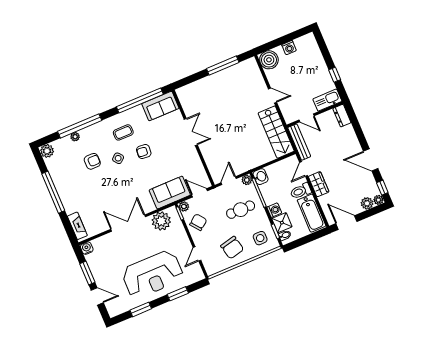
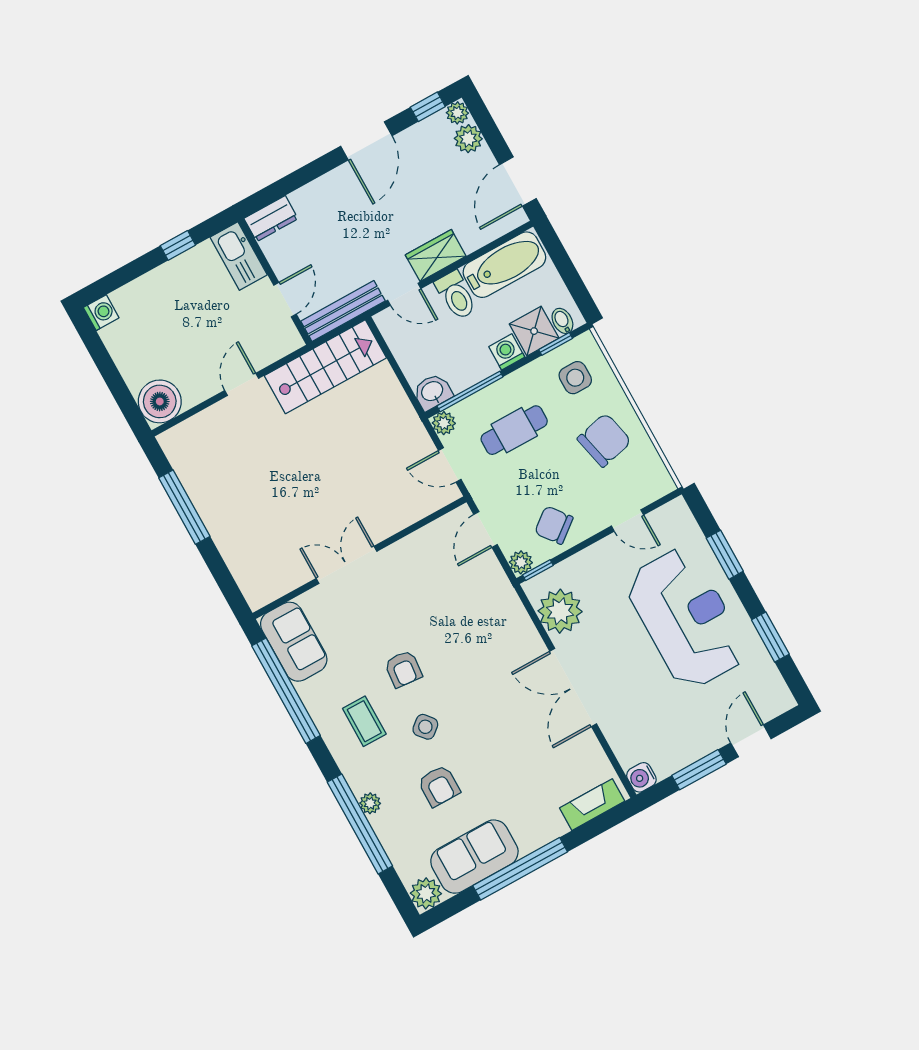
washing machine: (289, 48) -> (101, 313), moved
plant: (75, 137) -> (370, 803), moved
armchair: (92, 161) -> (439, 786), turned 180
sofa: (170, 193) -> (474, 857), moved, turned 90
cafe table: (241, 210) -> (514, 430), turned 90

